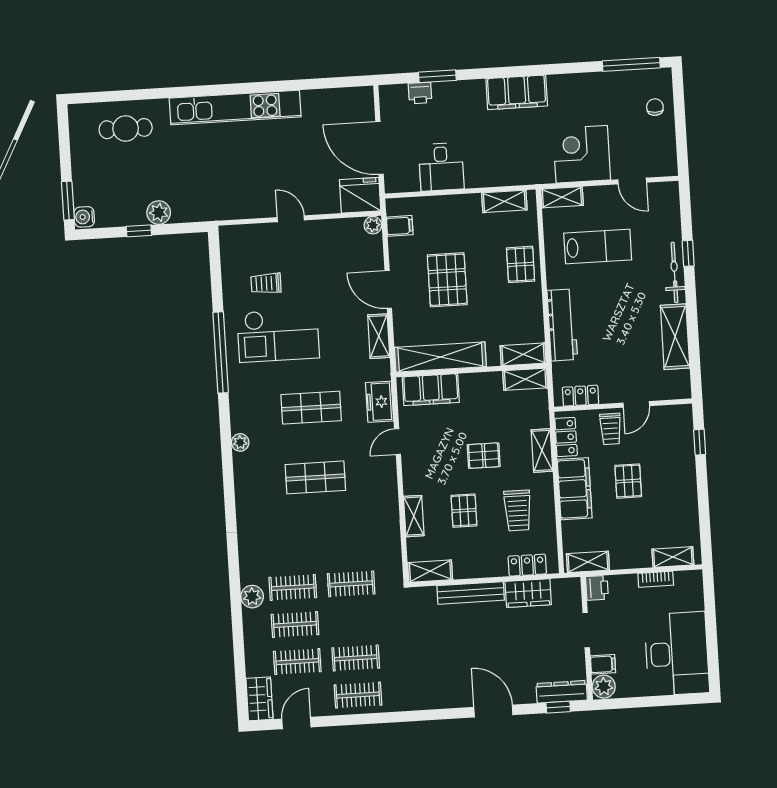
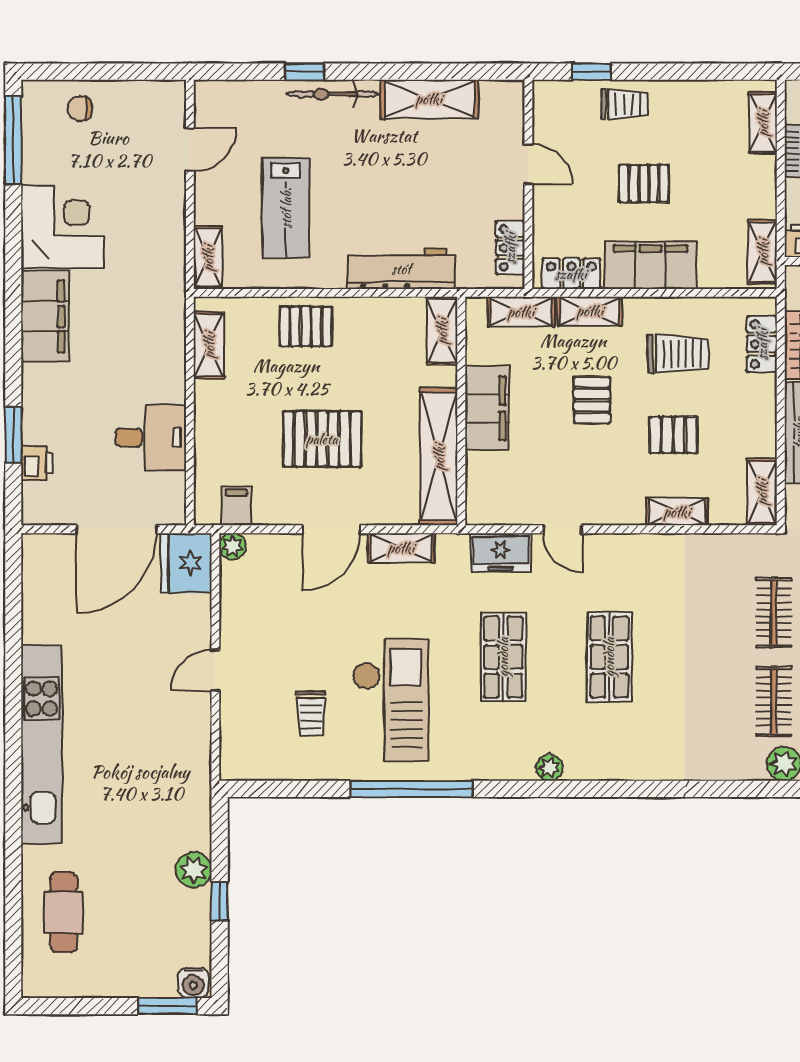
corner desk: (582, 154) -> (63, 227), moved, turned 180
lab bench: (598, 247) -> (286, 208), turned 180
shelving: (525, 379) -> (521, 312), moved, turned 90
filing cabinet: (431, 390) -> (487, 408), moved
trolley: (611, 429) -> (625, 104), moved

